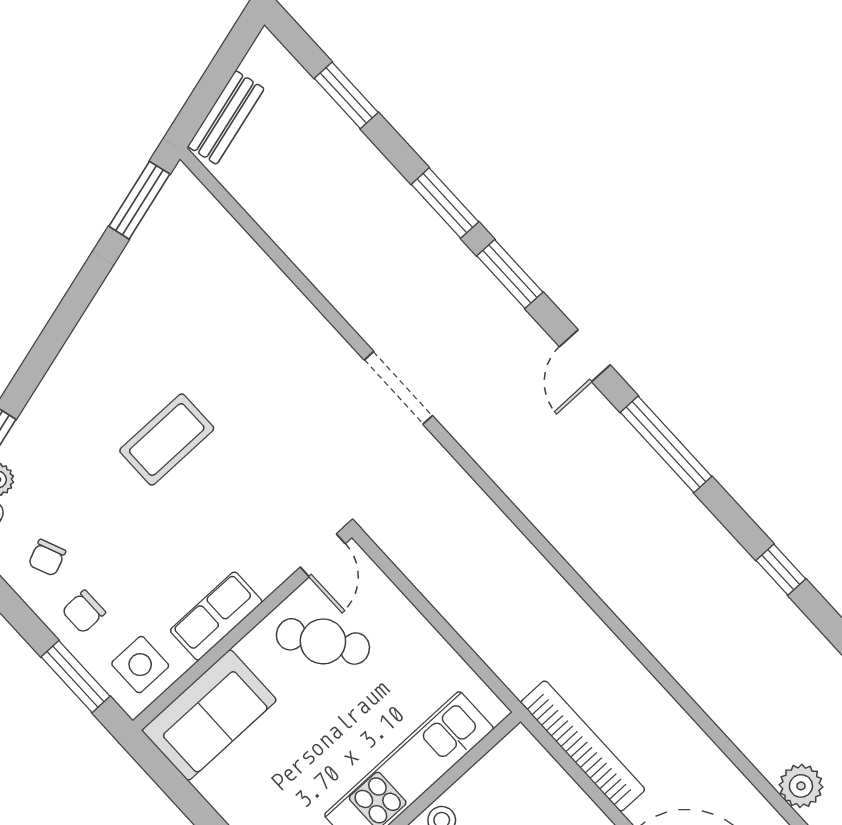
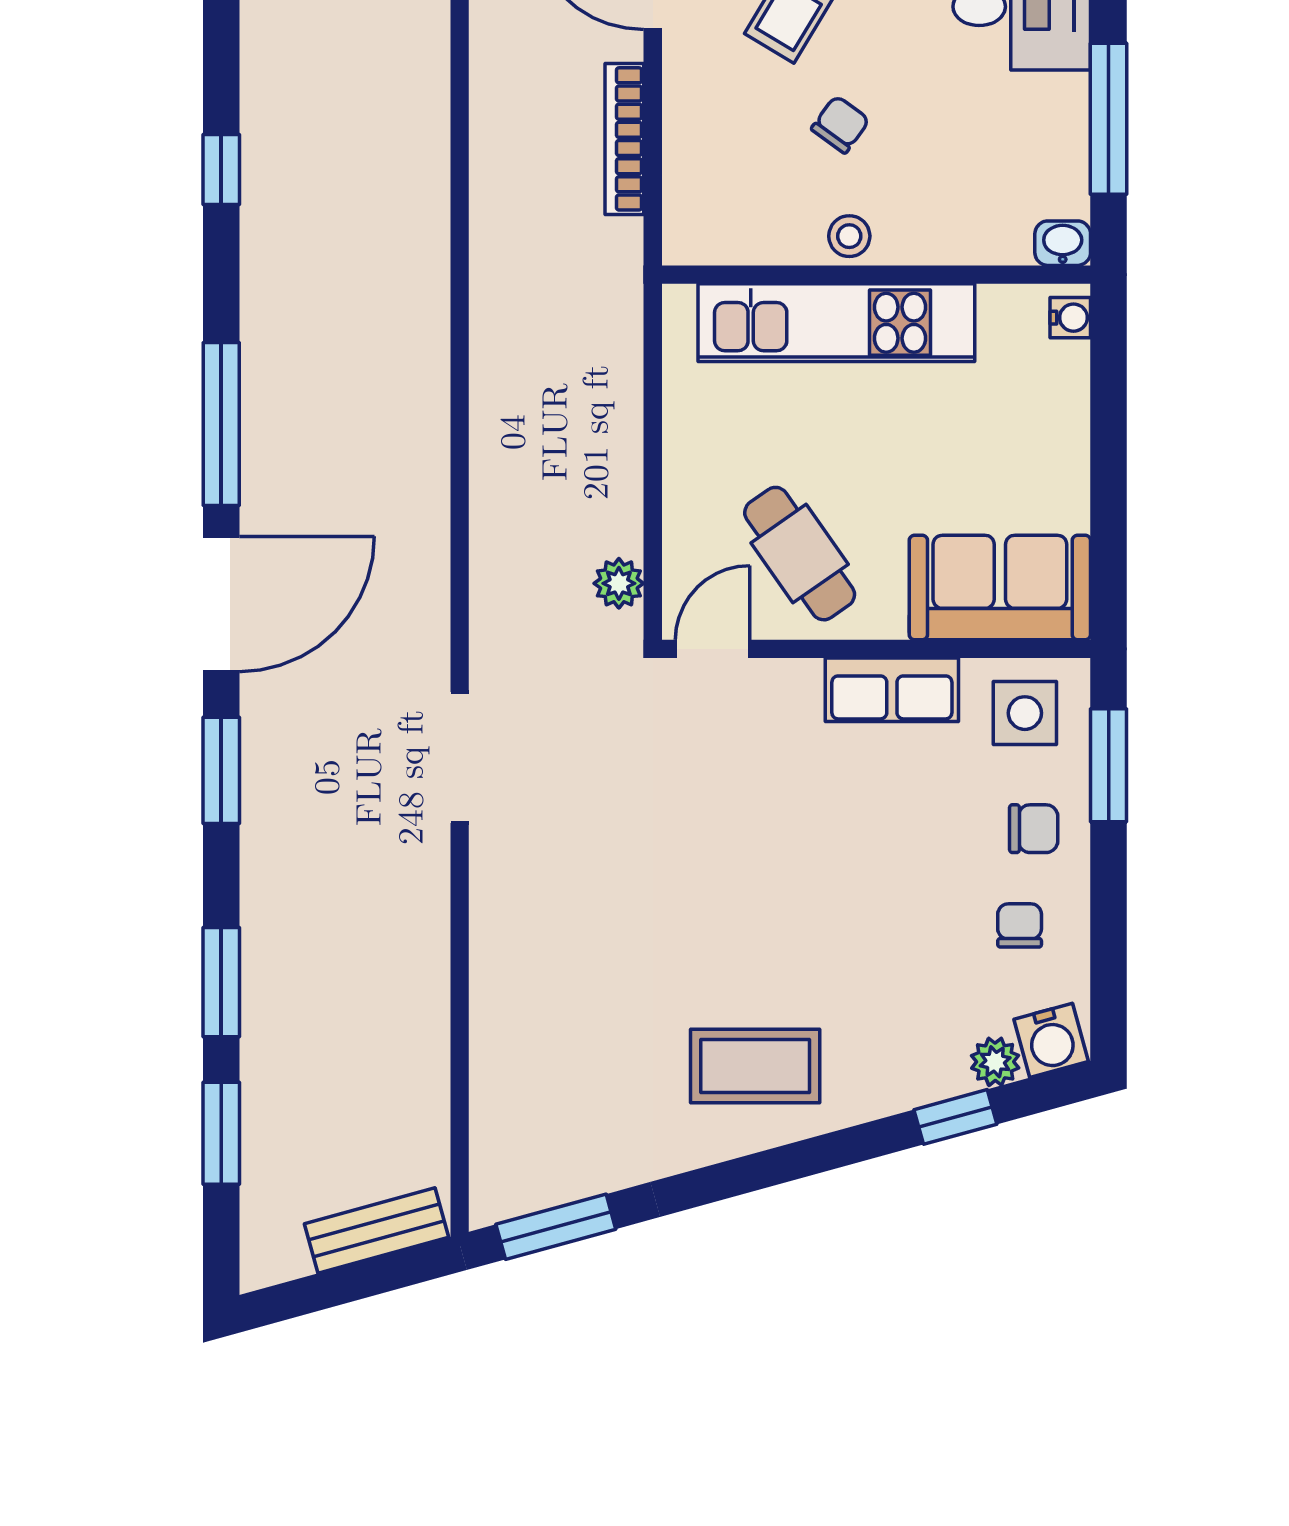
window: (445, 203) -> (221, 982), moved
door: (585, 356) -> (221, 604), width x1.87
coffee table: (167, 440) -> (755, 1066), moved
plant: (398, 545) -> (619, 583), added
chair: (47, 558) -> (1020, 925), turned -67
bookcase: (583, 746) -> (624, 139), width x0.68, depth x0.76

